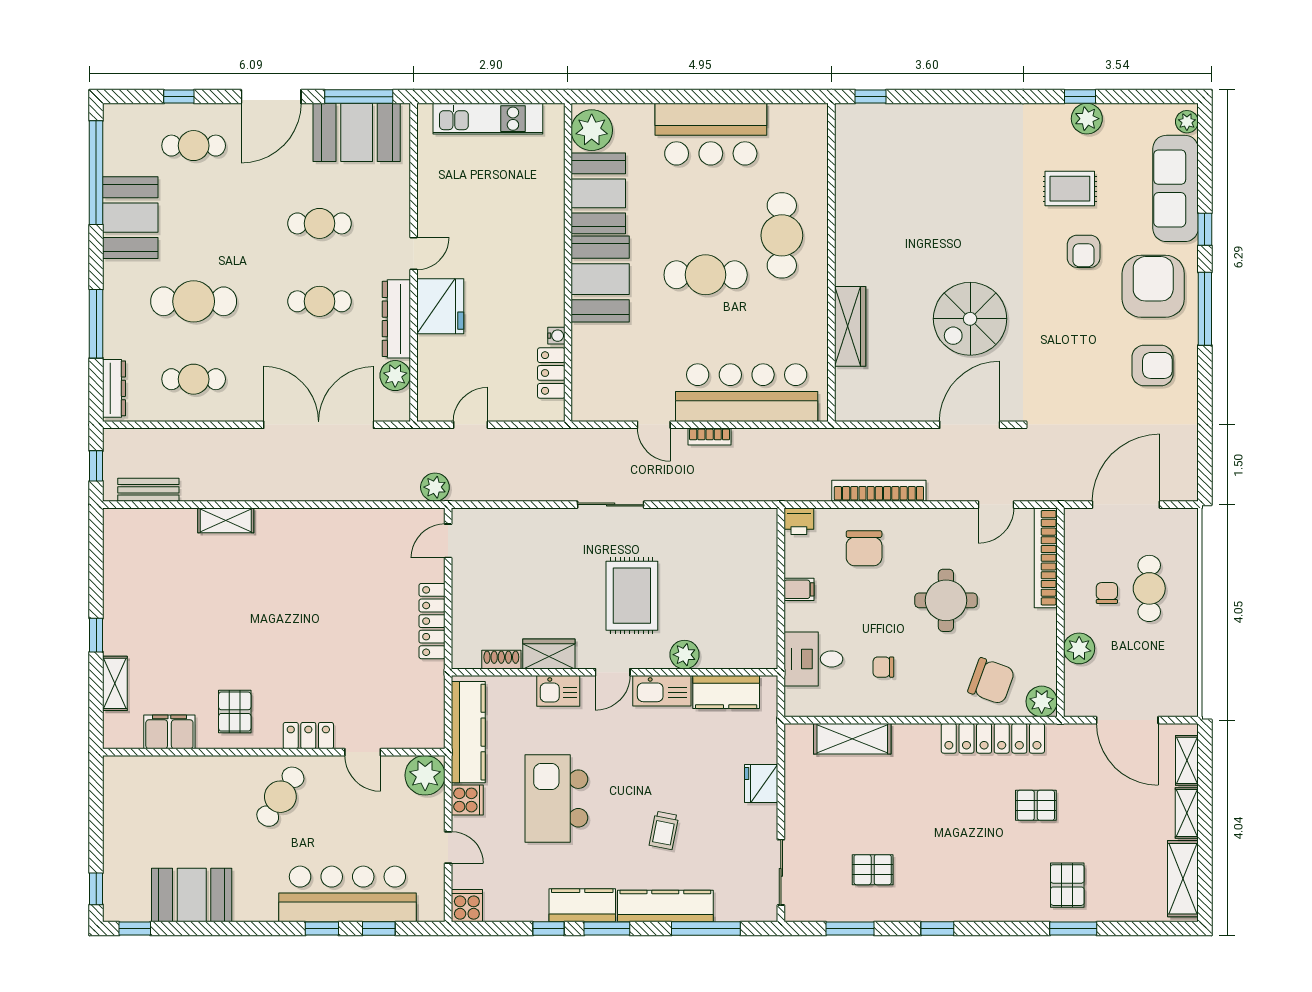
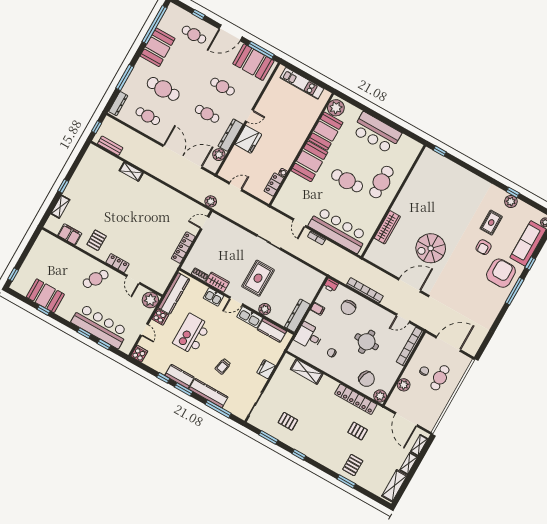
rug: (1070, 189) -> (491, 223), turned 90
armchair: (1153, 365) -> (485, 301), removed
dresser: (763, 629) -> (297, 316), added
window: (135, 929) -> (44, 310), moved

